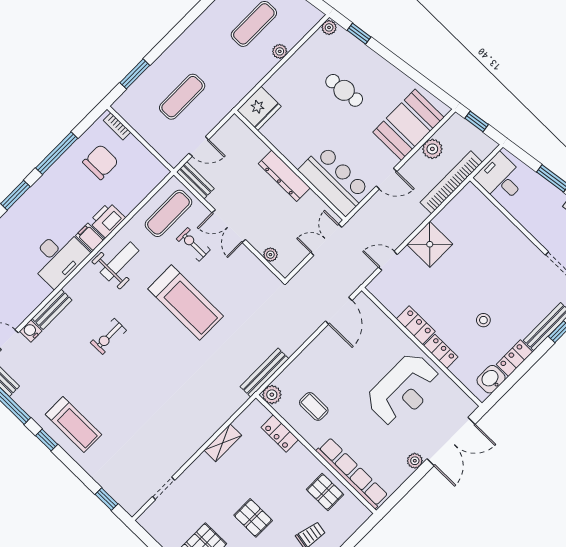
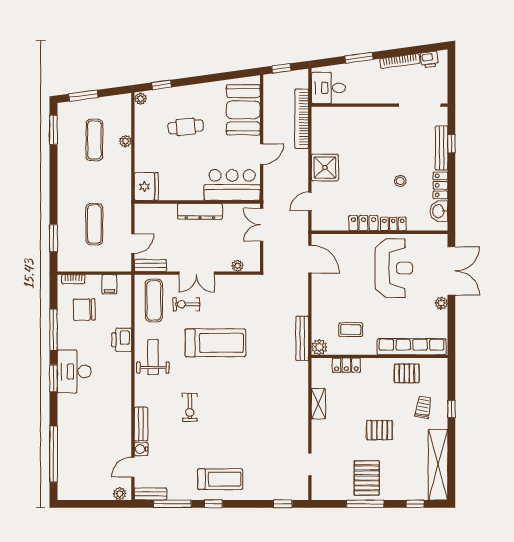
plant: (432, 149) -> (271, 110), removed
chair: (101, 162) -> (84, 310), turned -91
filing cabinet: (90, 238) -> (109, 284), moved, turned -90
desk: (58, 257) -> (74, 371), moved, turned 180

